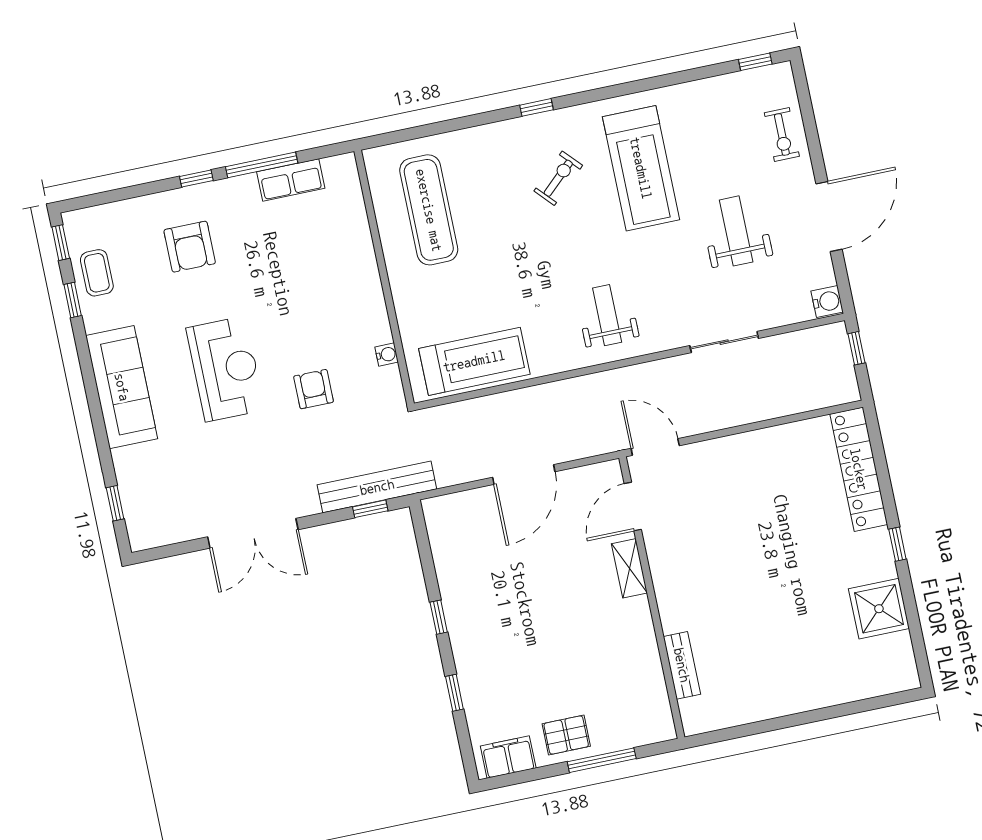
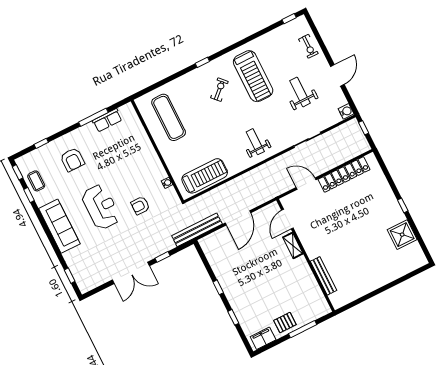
window: (196, 179) -> (41, 143), moved
door: (829, 216) -> (337, 75), width x0.73
armchair: (314, 389) -> (140, 206), turned -90
door: (655, 447) -> (306, 184), moved
locker: (859, 469) -> (344, 174), moved, turned -90
bench: (377, 487) -> (197, 230), moved
window: (370, 509) -> (163, 257), moved
bench: (682, 665) -> (323, 276), width x1.36

